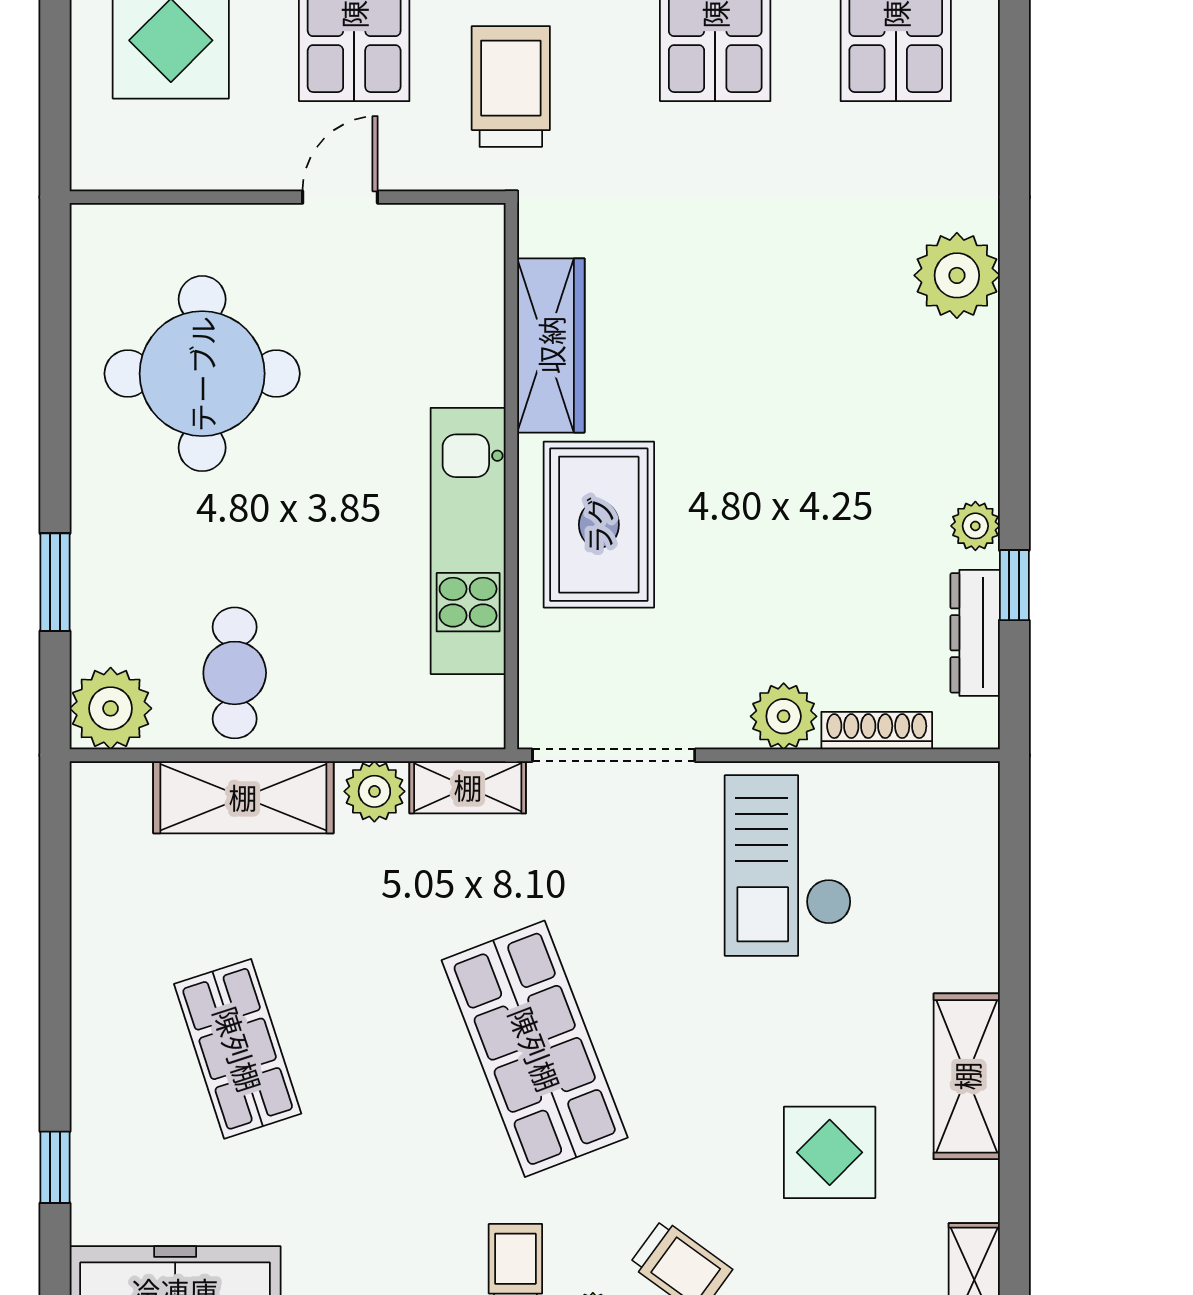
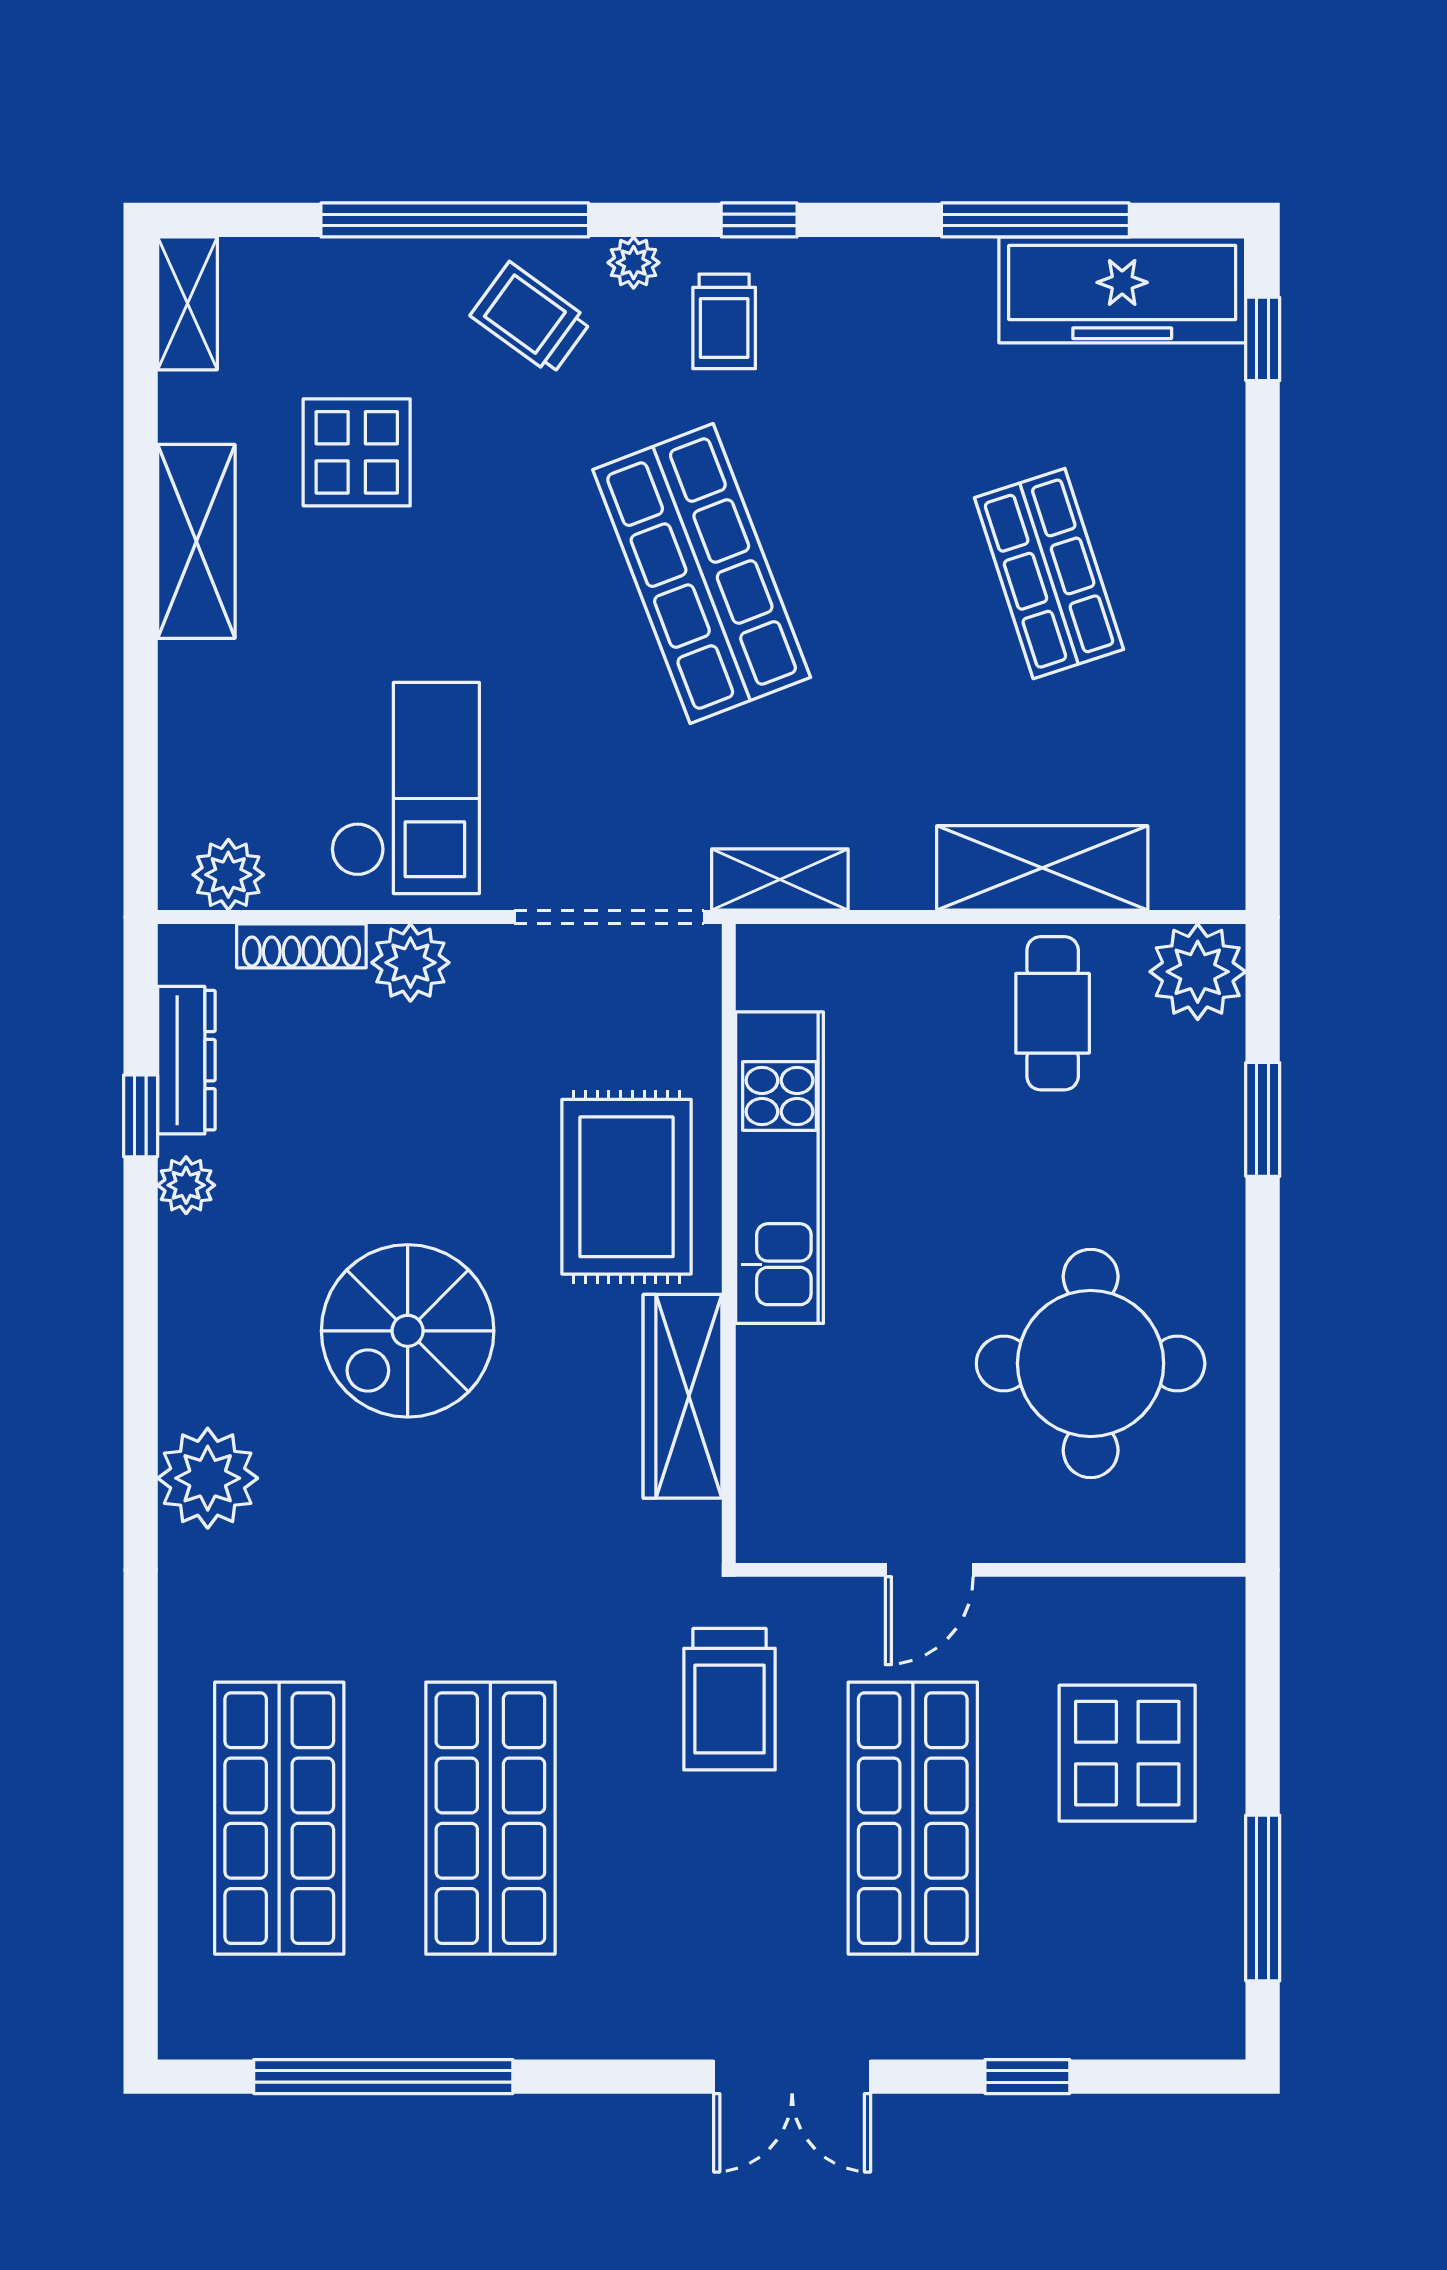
spiral stairs: (786, 401) -> (408, 1331), added
plant: (374, 791) -> (228, 875), moved
window: (55, 1167) -> (1263, 339), moved

